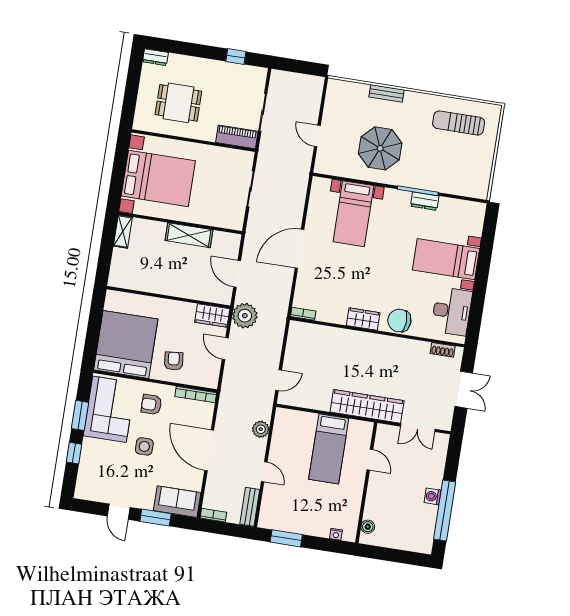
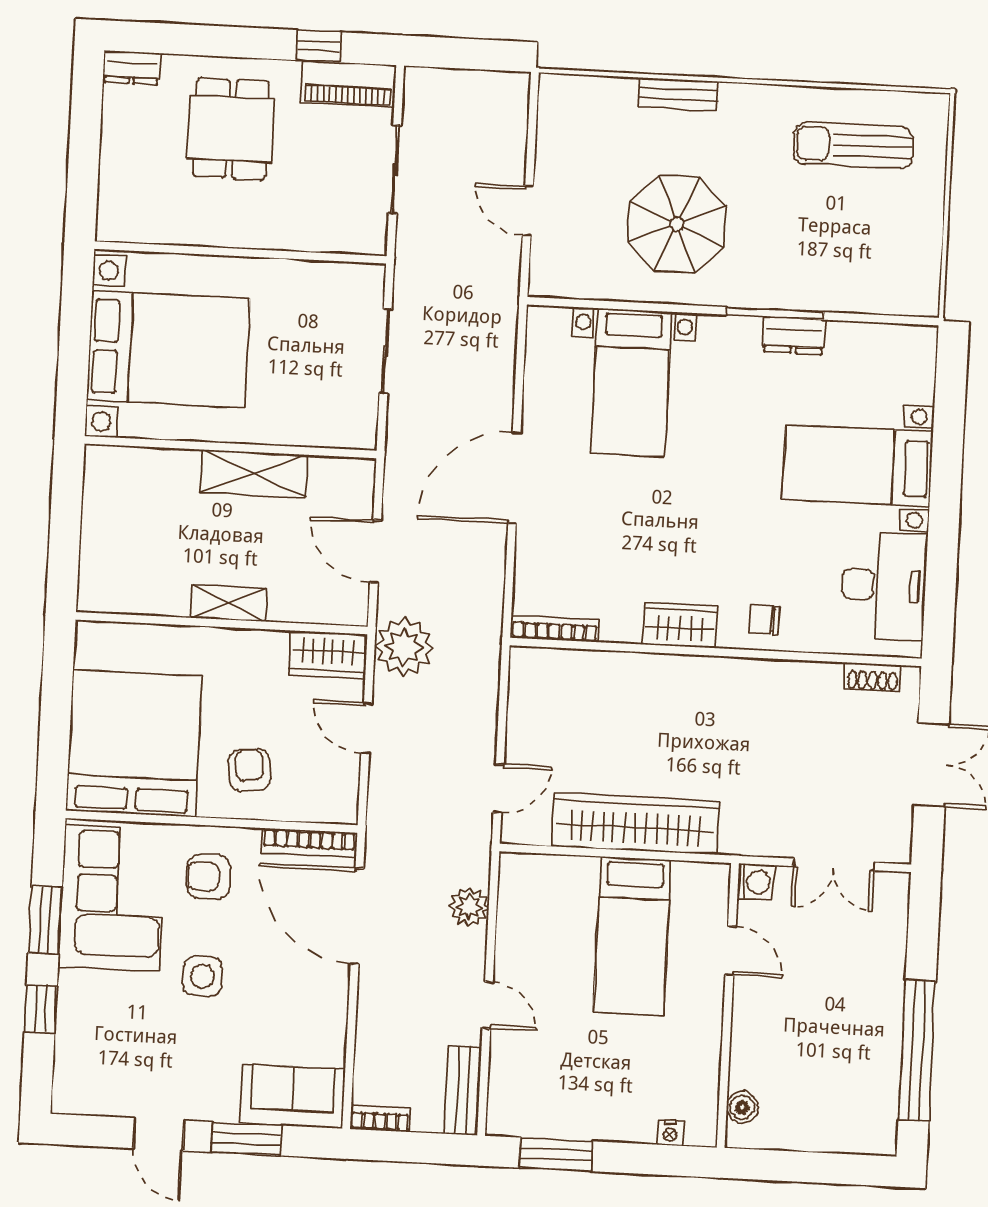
dining table: (178, 103) -> (231, 129), moved, turned 90
piano: (237, 137) -> (348, 84), moved, turned 180
shelving: (123, 232) -> (228, 603), moved, turned 90
bookcase: (303, 314) -> (555, 629), width x1.56
chair: (399, 321) -> (765, 620), width x0.54, depth x0.54
wardrobe: (367, 406) -> (636, 824), moved
door: (209, 450) -> (357, 916), moved
washing machine: (433, 496) -> (756, 882), moved, turned 180

